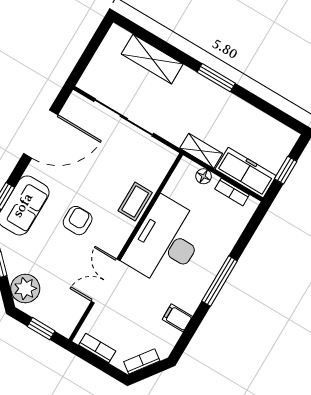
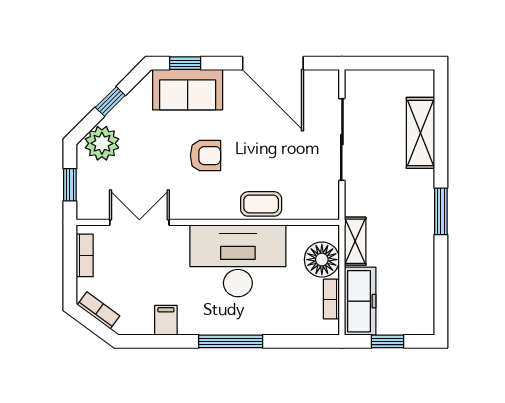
floor lamp: (204, 176) -> (322, 260), width x1.89, depth x1.89
double door: (106, 281) -> (139, 222), moved

